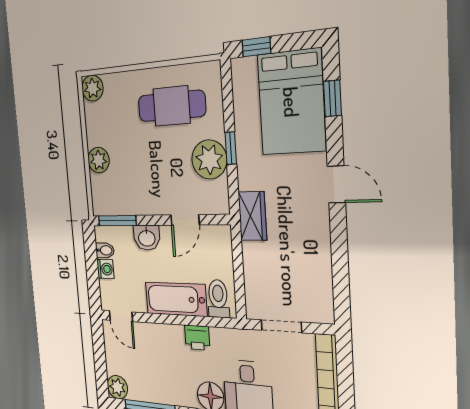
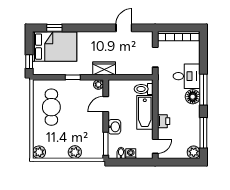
plant: (209, 159) -> (98, 85), moved, width x0.53, depth x0.53
door: (336, 184) -> (124, 28), moved
door: (185, 220) -> (106, 104), swing flipped
printer: (197, 338) -> (164, 121), moved

